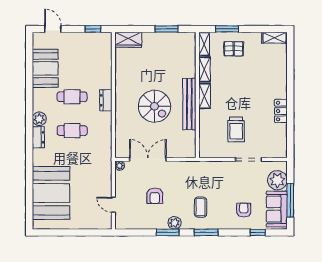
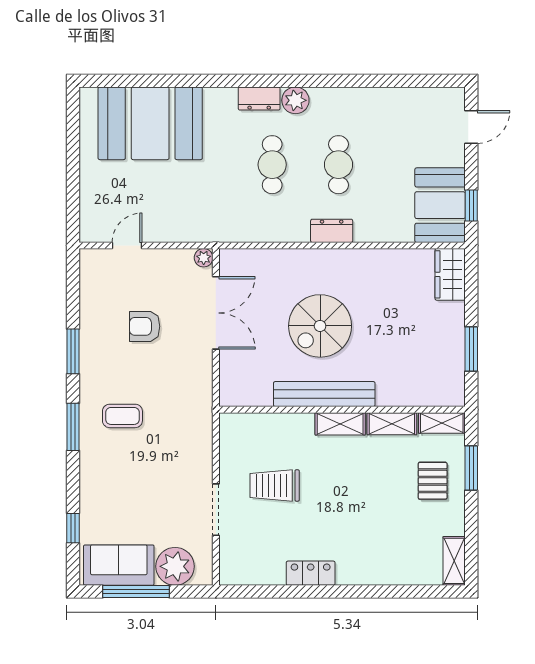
booth: (45, 68) -> (440, 205), moved, turned 90
armchair: (244, 210) -> (117, 501), removed
plant: (175, 223) -> (92, 365), removed

